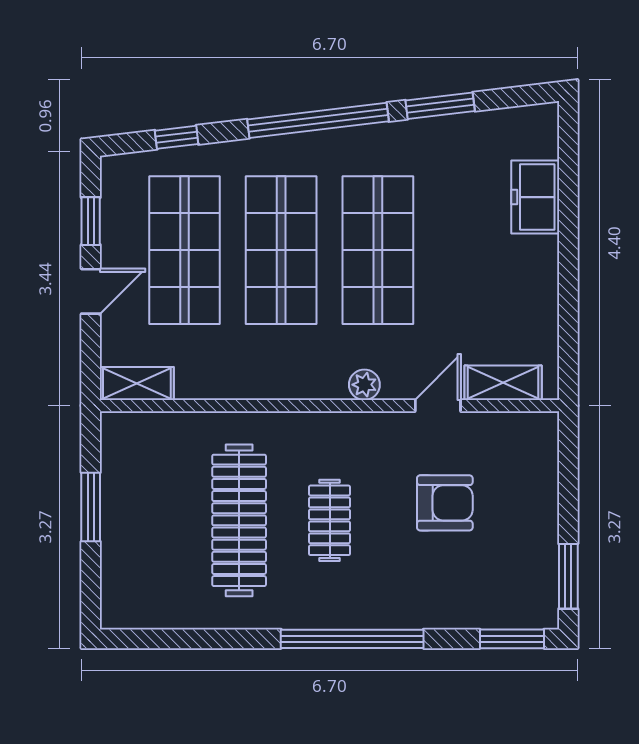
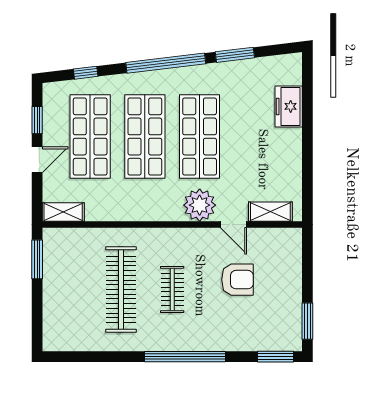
plant: (364, 385) -> (200, 205), width x1.88, depth x1.88
door: (438, 406) -> (234, 225), swing flipped
window: (91, 507) -> (37, 259), moved

